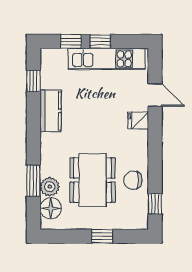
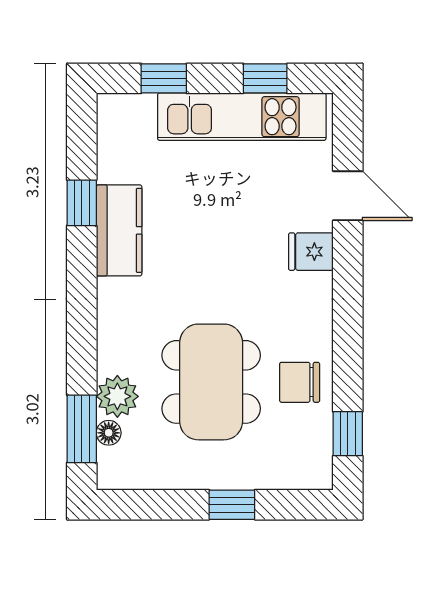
window: (100, 41) -> (265, 78), moved
window: (33, 81) -> (82, 203), moved
window: (33, 181) -> (82, 429), moved
floor lamp: (51, 208) -> (109, 433), width x0.53, depth x0.53

